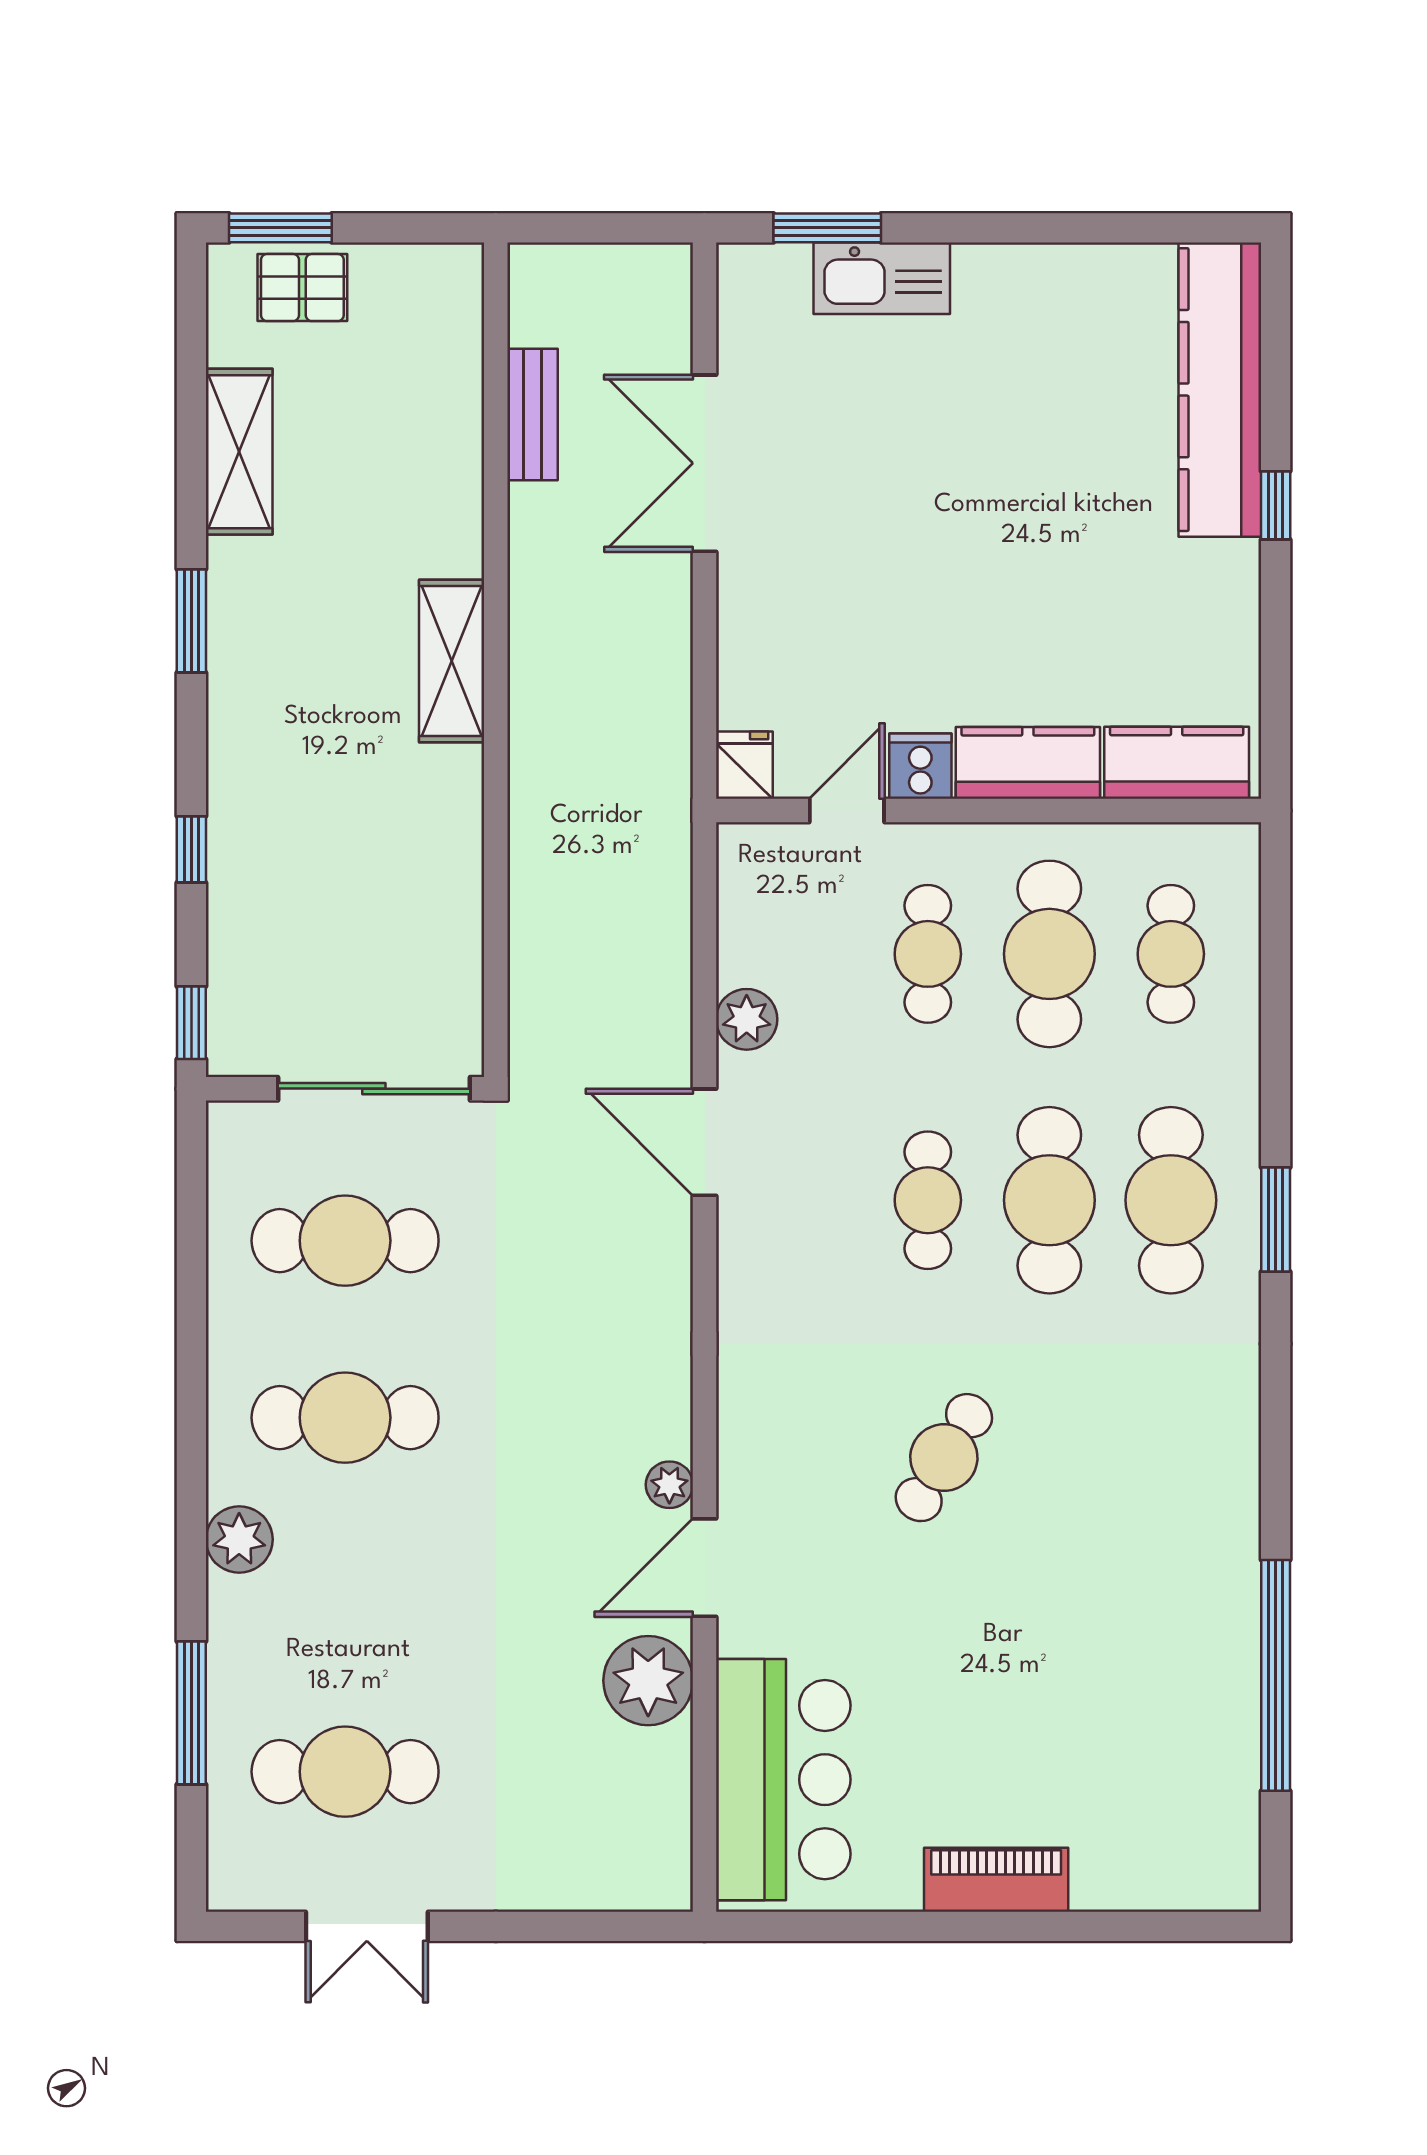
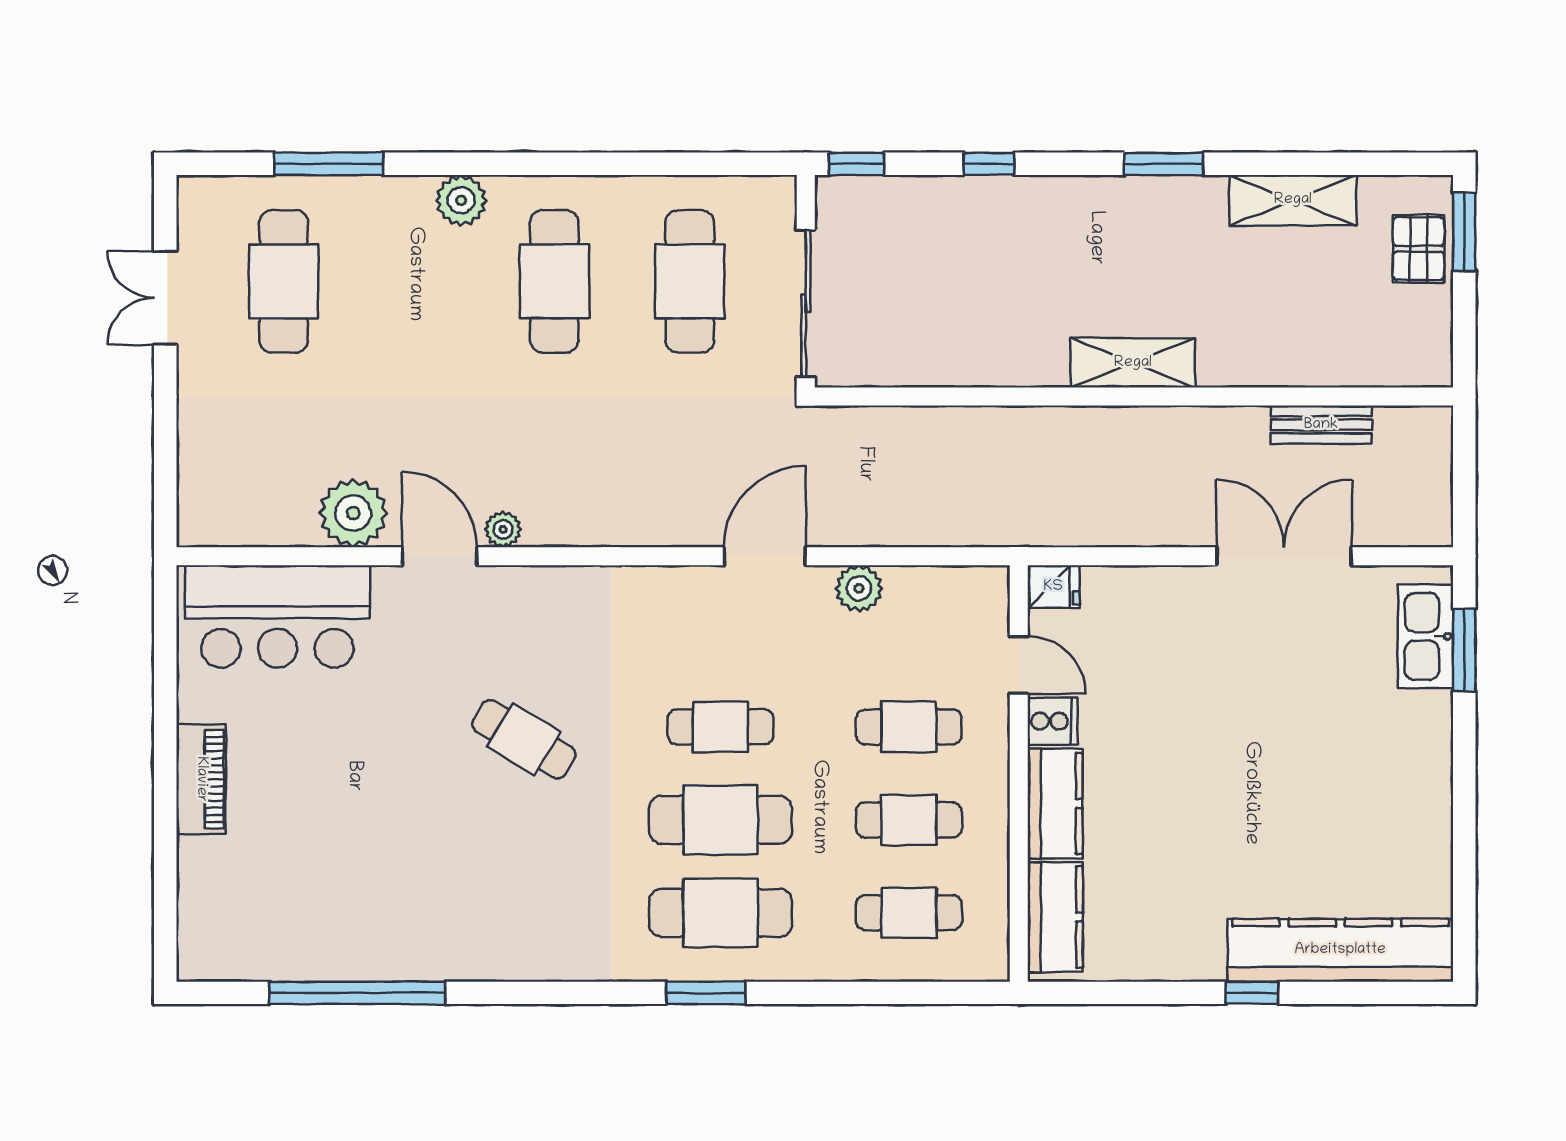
kitchen sink: (882, 278) -> (1426, 636), moved
cafe table: (1049, 954) -> (909, 820), width x0.73, depth x0.74

